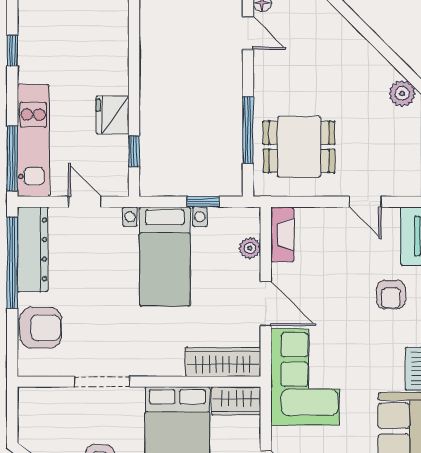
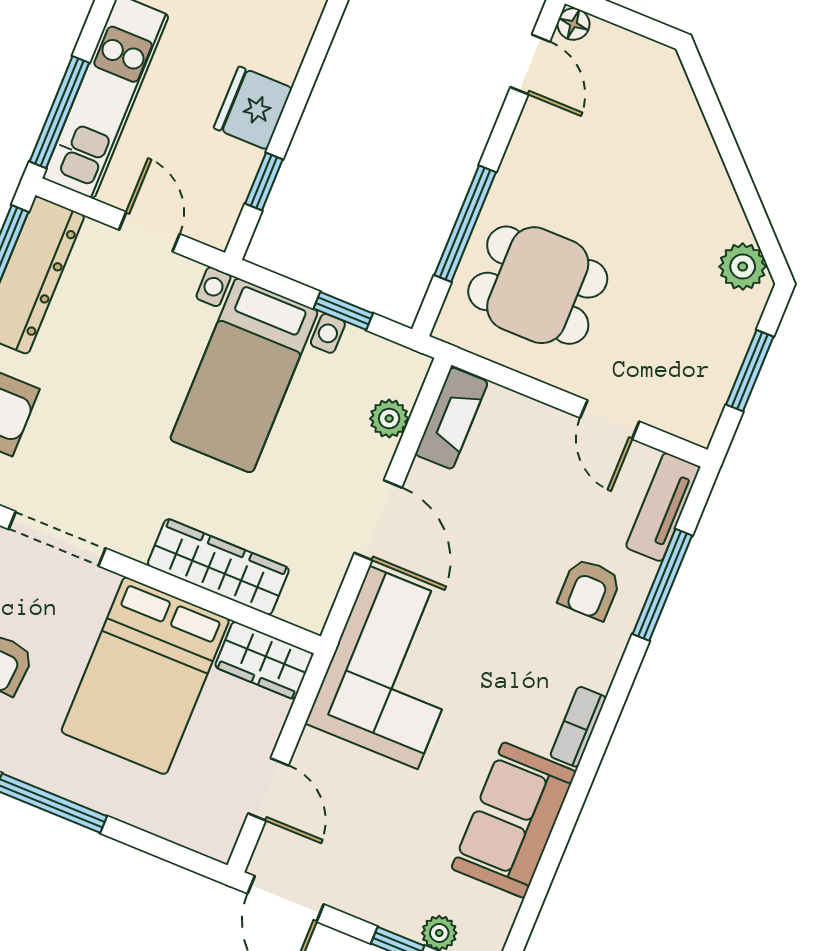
wardrobe: (223, 362) -> (218, 567), moved

